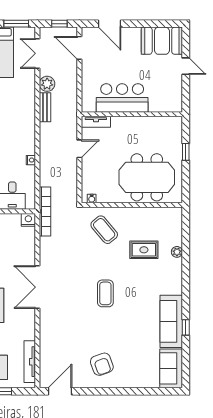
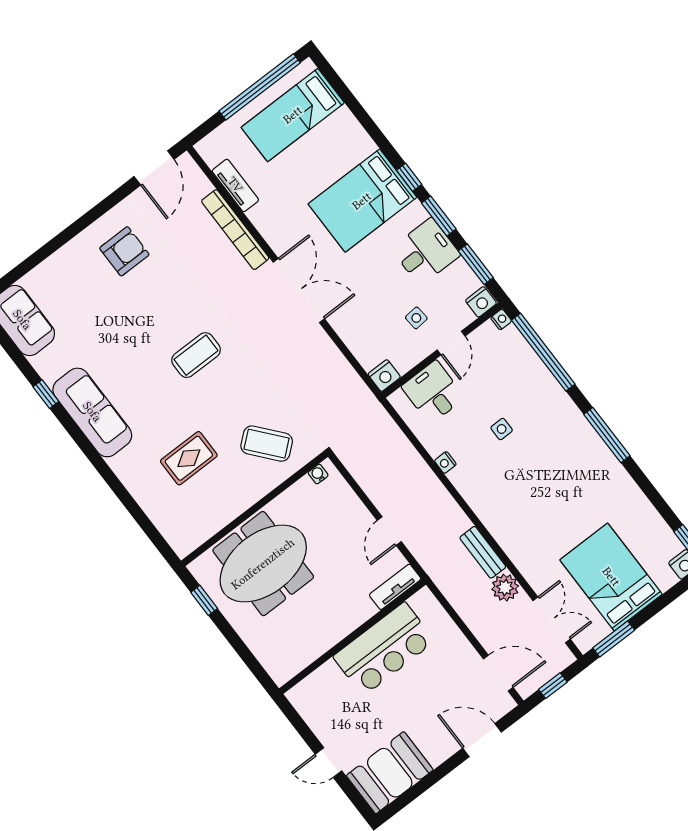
window: (186, 152) -> (204, 600), moved
bookcase: (45, 211) -> (235, 230), moved
plant: (177, 252) -> (140, 491), removed
coffee table: (105, 293) -> (196, 355), turned 90
sofa: (171, 321) -> (92, 412), moved
tv unit: (30, 362) -> (235, 185), width x0.71
armchair: (102, 364) -> (124, 251), turned 110

